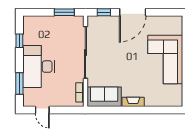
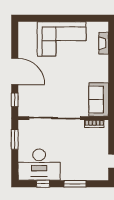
desk: (39, 67) -> (39, 165), moved
window: (19, 84) -> (75, 184), moved
fireplace: (133, 102) -> (104, 43), moved

